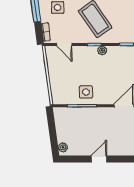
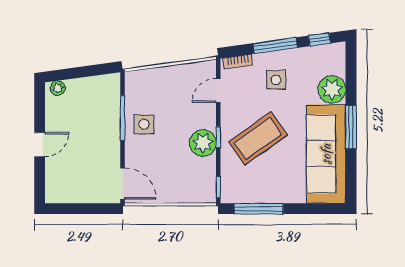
plant: (102, 50) -> (203, 143), width x1.88, depth x1.88
door: (99, 159) -> (40, 144), hinge flipped

